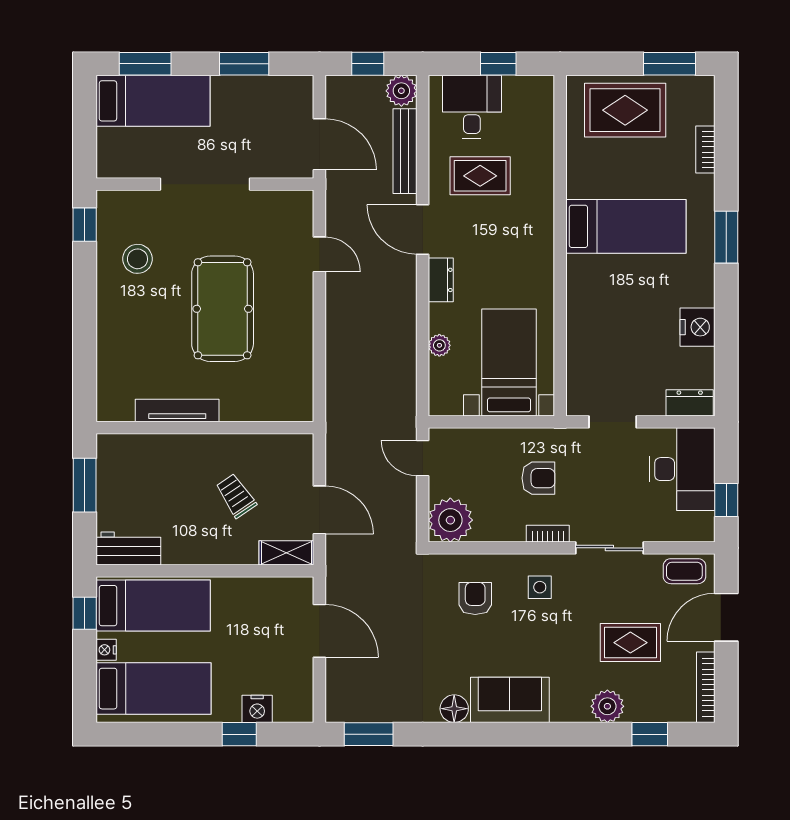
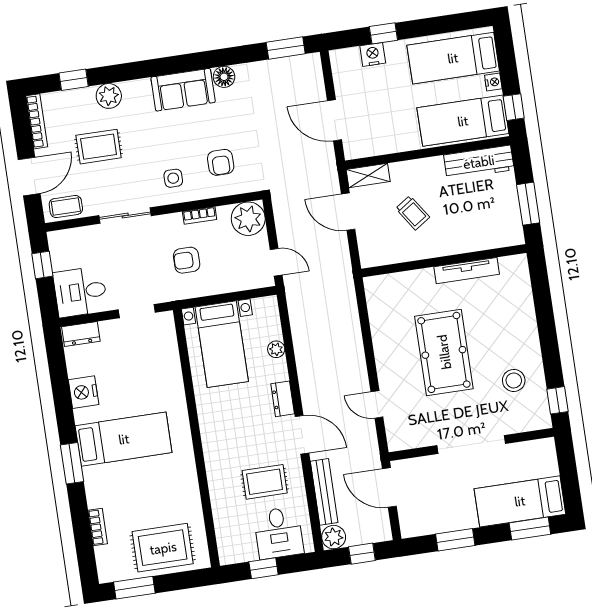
bed: (626, 226) -> (124, 439), moved, turned 180
desk: (682, 469) -> (80, 292), width x0.73
bookcase: (548, 534) -> (200, 216), moved
workbench: (128, 548) -> (479, 162), width x1.38

